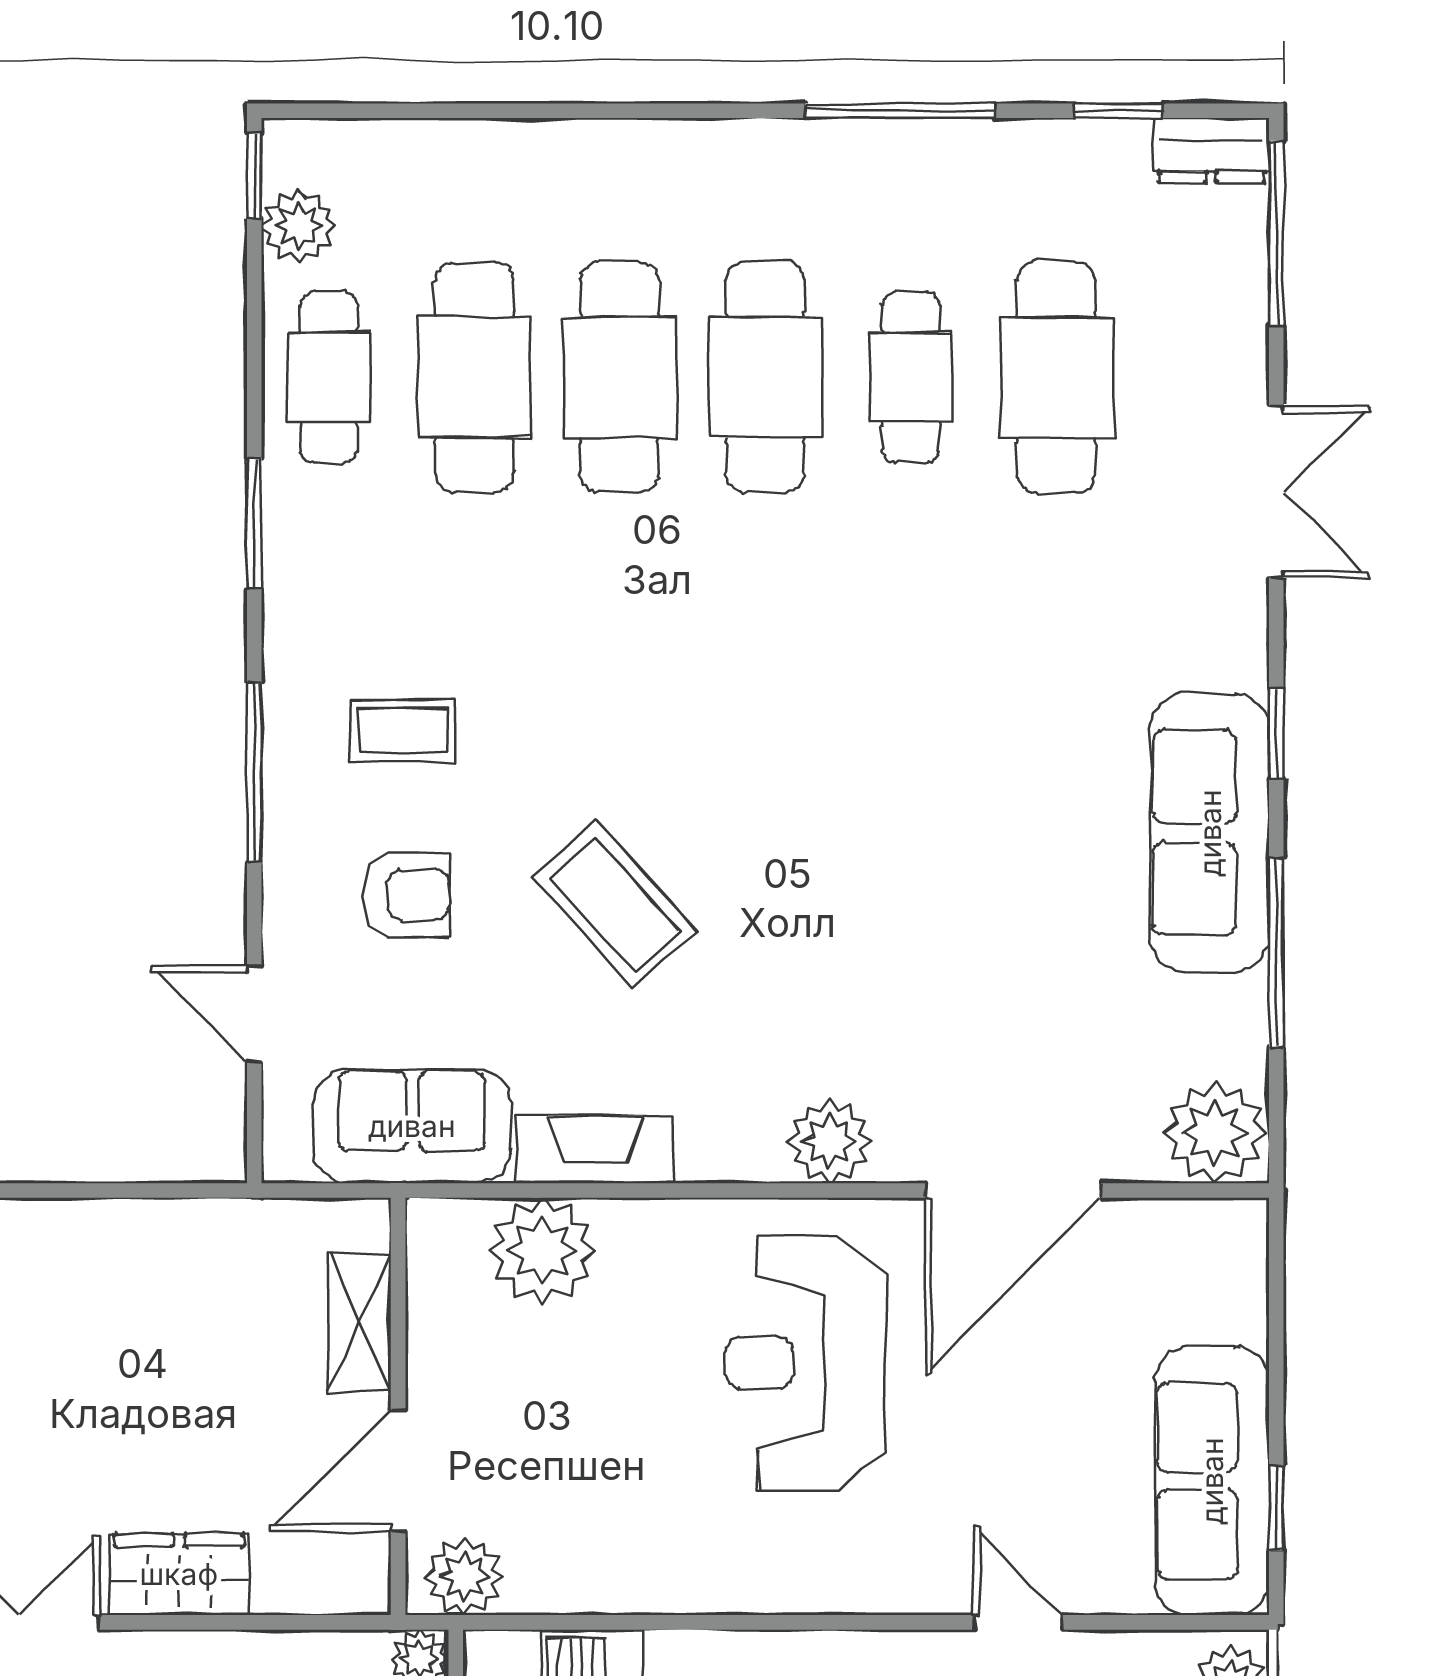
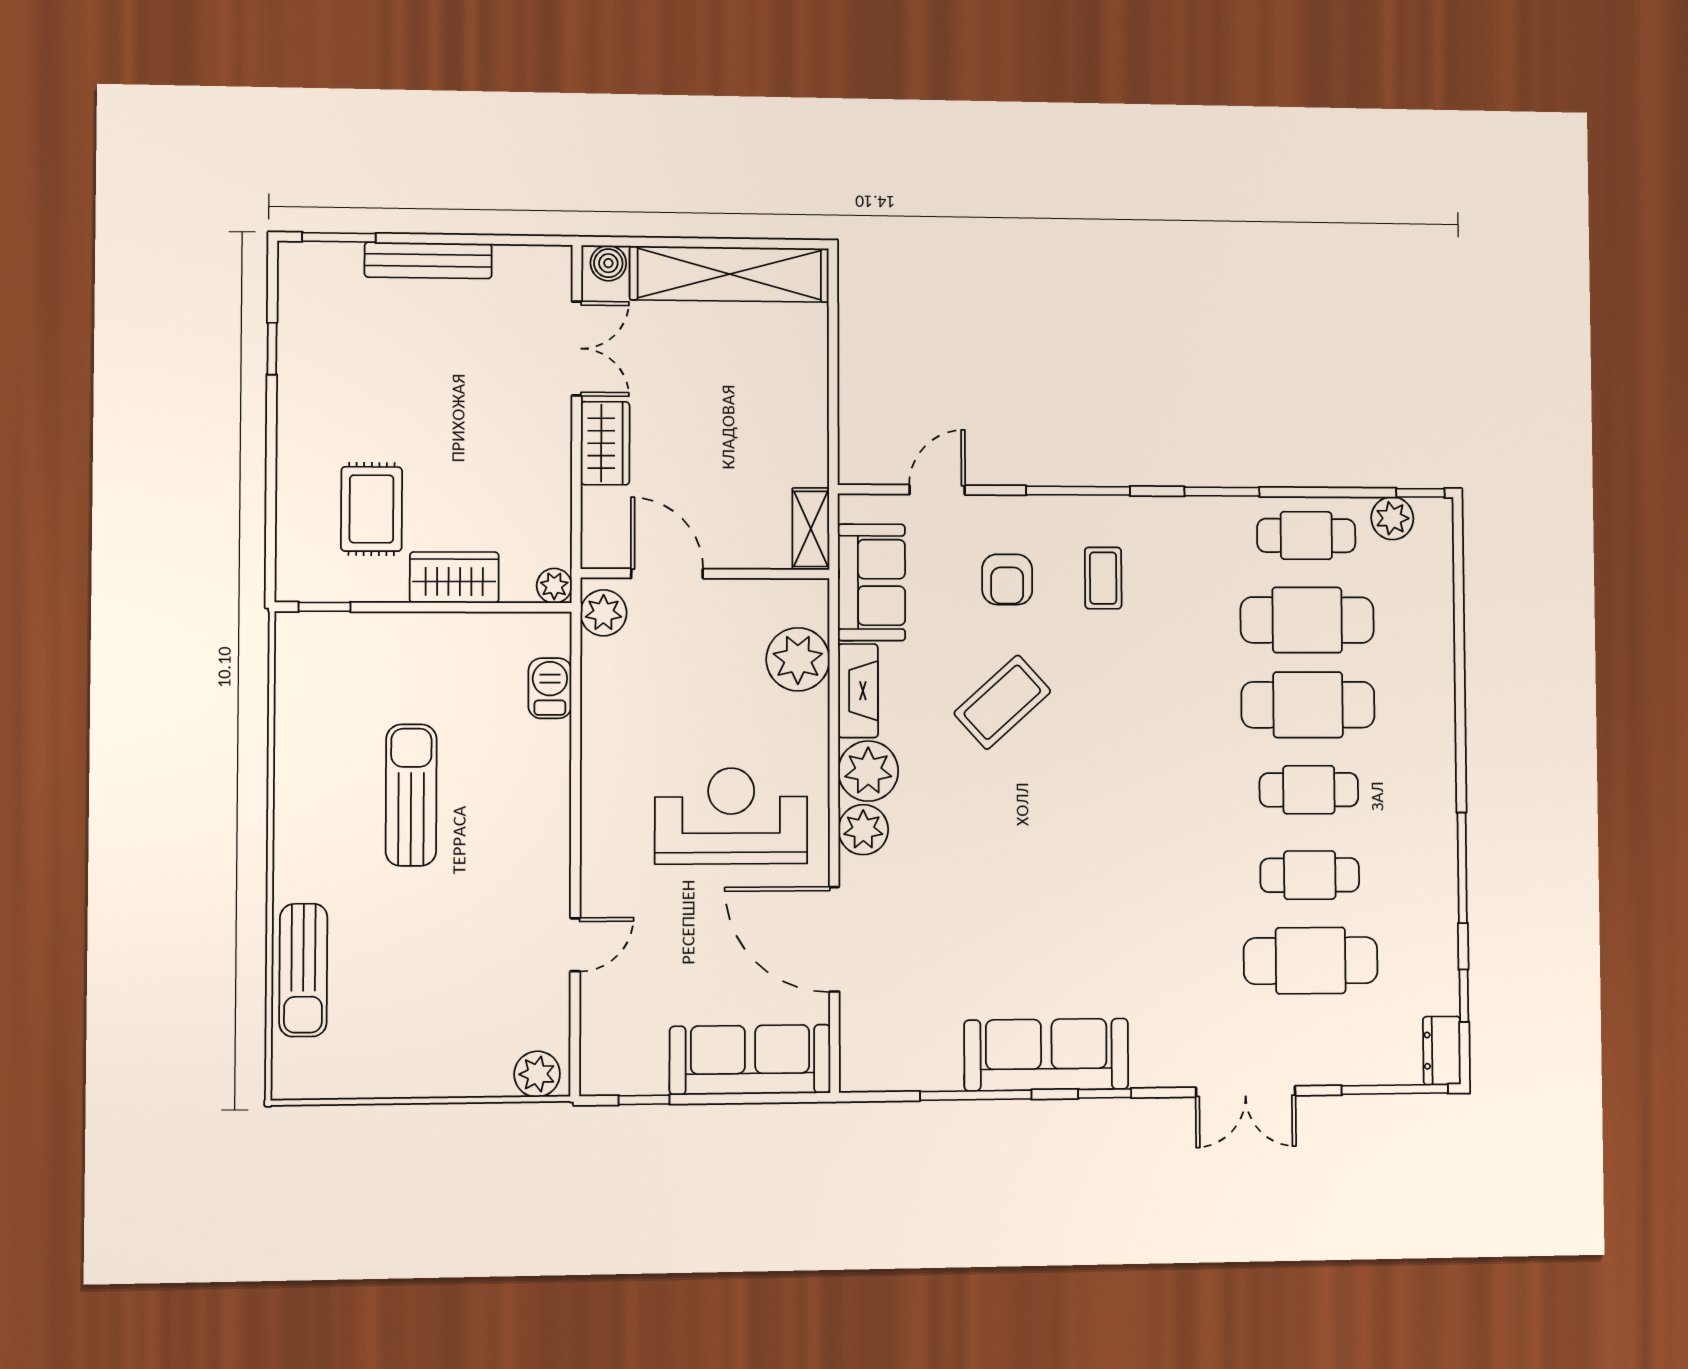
cafe table: (765, 377) -> (1309, 790), width x0.73, depth x0.74
plant: (1215, 1133) -> (868, 771), moved
shelving: (360, 1323) -> (811, 529), moved, turned 90
sofa: (1212, 1481) -> (750, 1060), moved

